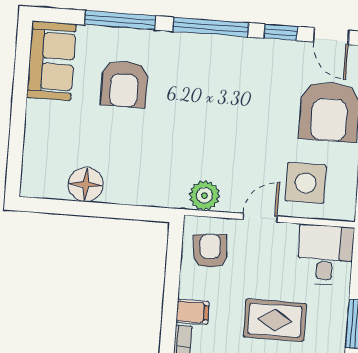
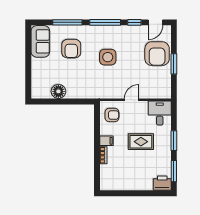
door: (331, 36) -> (155, 22), hinge flipped
side table: (306, 183) -> (108, 57), moved
plant: (204, 195) -> (108, 92), removed
armchair: (210, 251) -> (112, 115), turned 95

